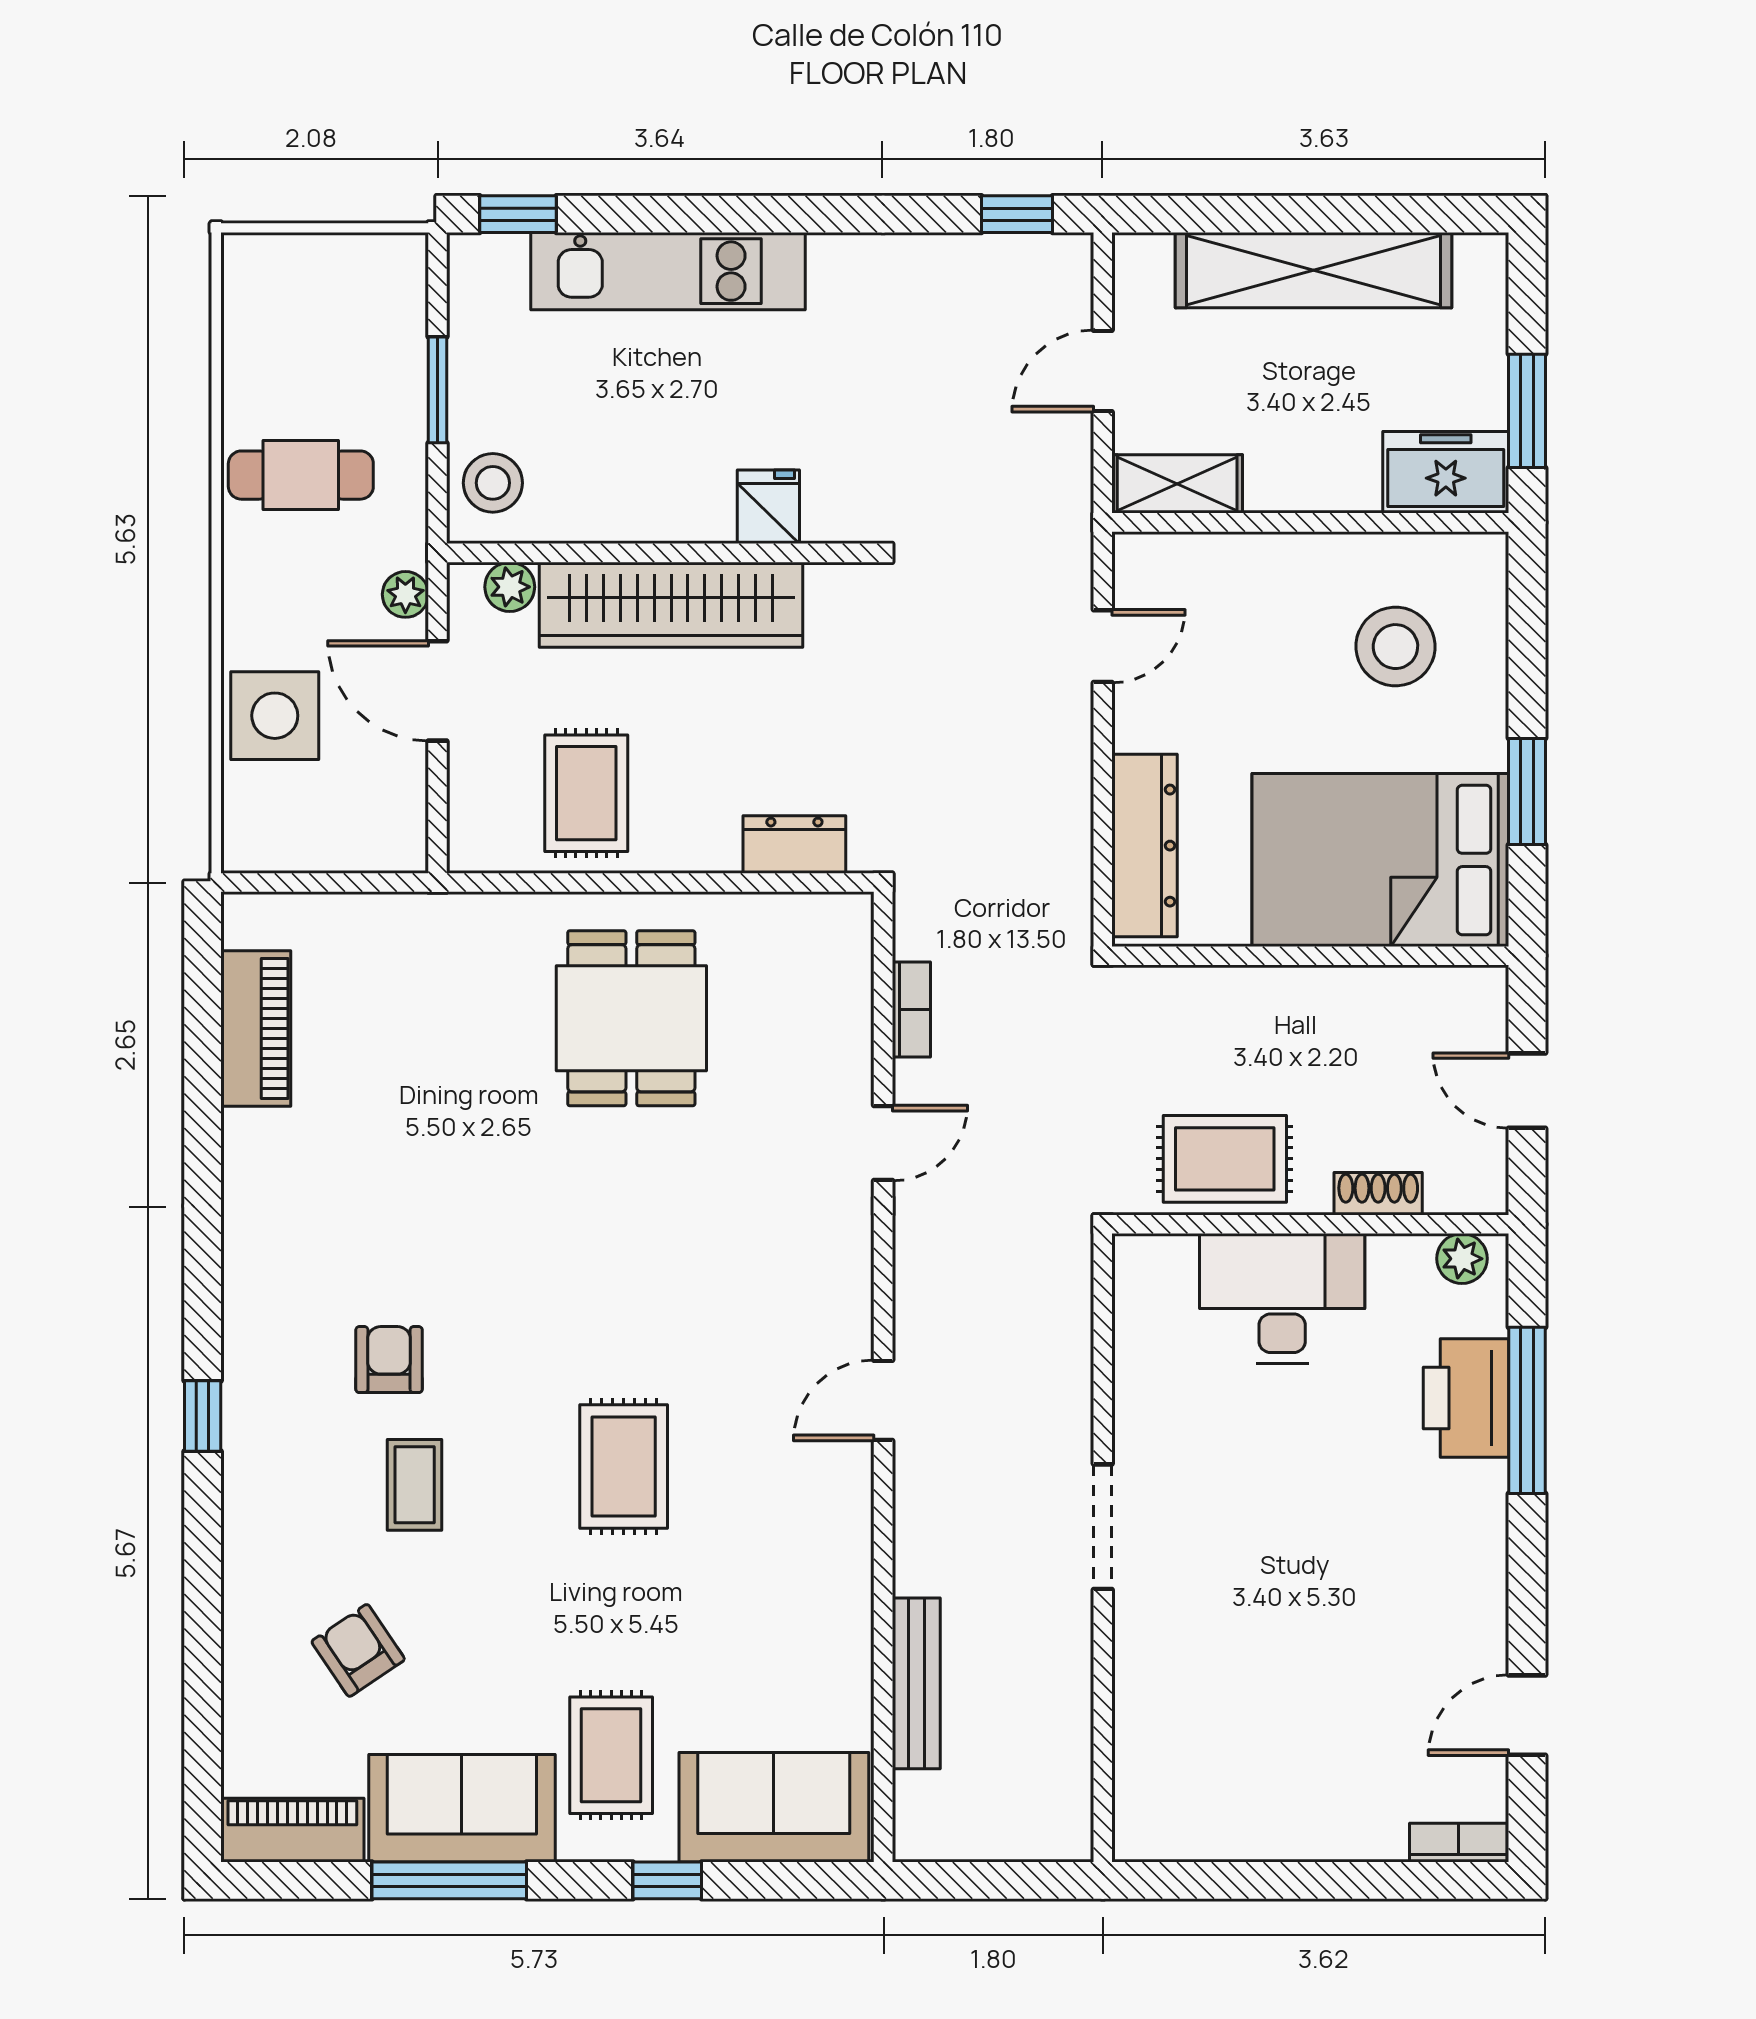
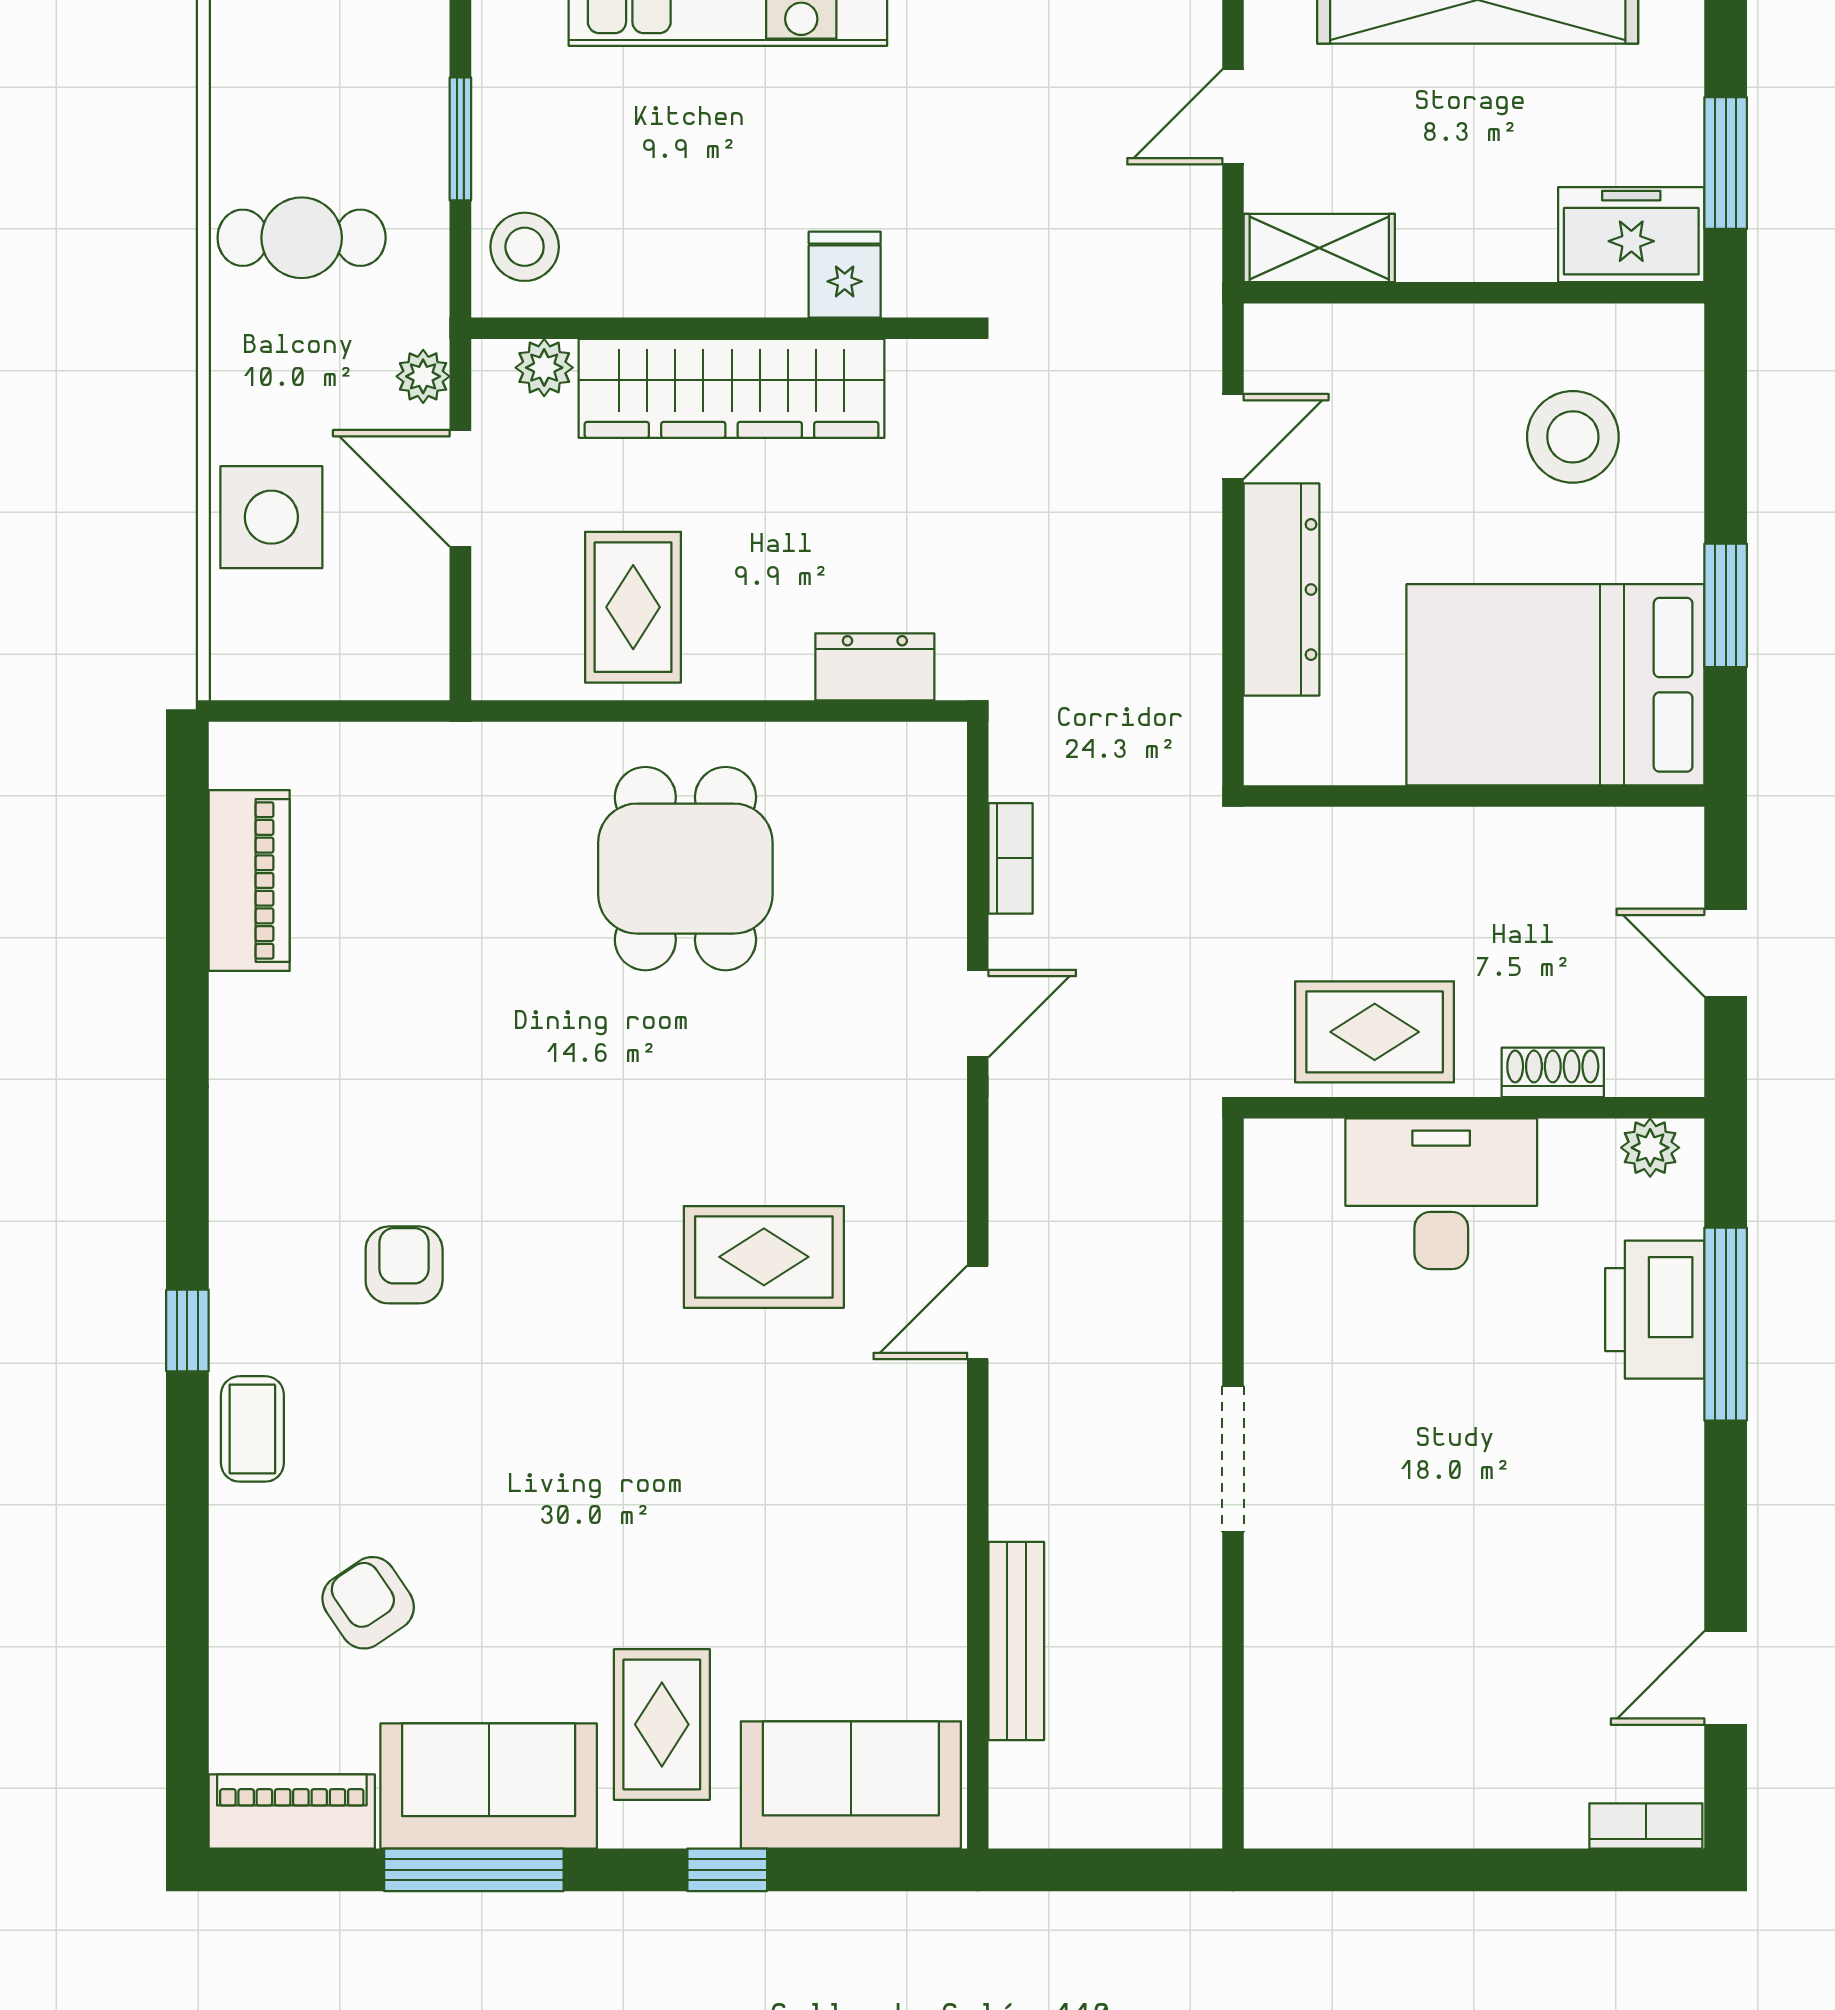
dresser: (1145, 846) -> (1281, 589), moved
rug: (624, 1466) -> (764, 1257), moved, turned 90
coffee table: (415, 1485) -> (252, 1429), moved

